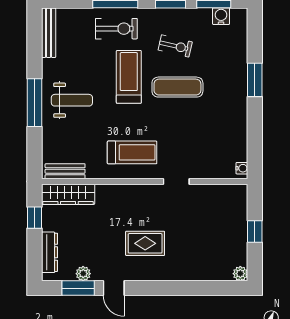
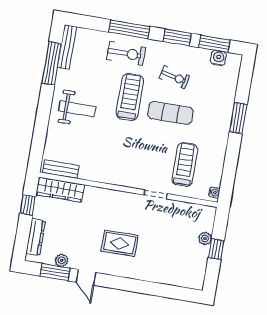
window: (35, 103) -> (52, 63), moved
treadmill: (132, 152) -> (185, 165), moved, turned -90
plant: (240, 274) -> (205, 238), moved

